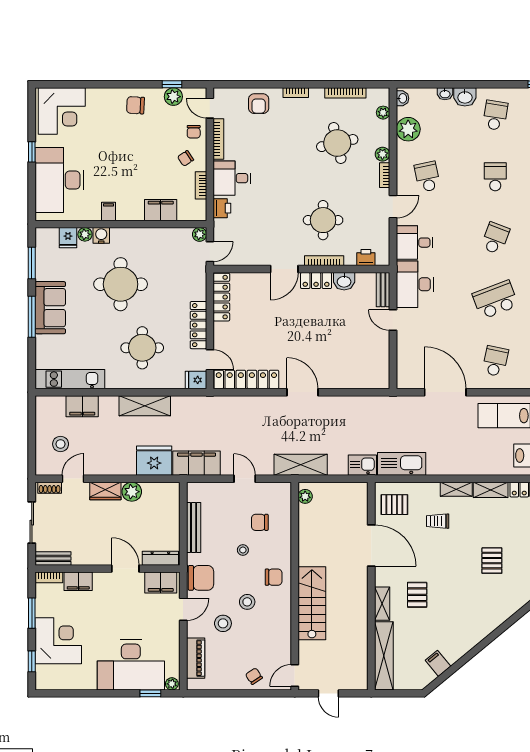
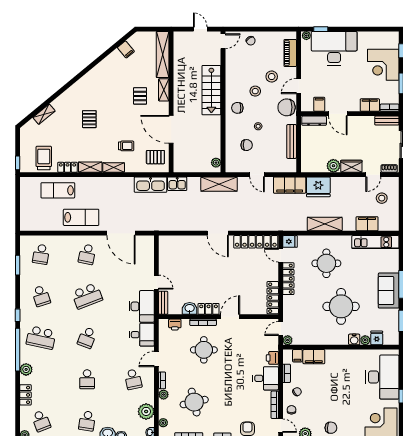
filing cabinet: (108, 211) -> (297, 356), moved
filing cabinet: (161, 583) -> (319, 104), width x0.50

